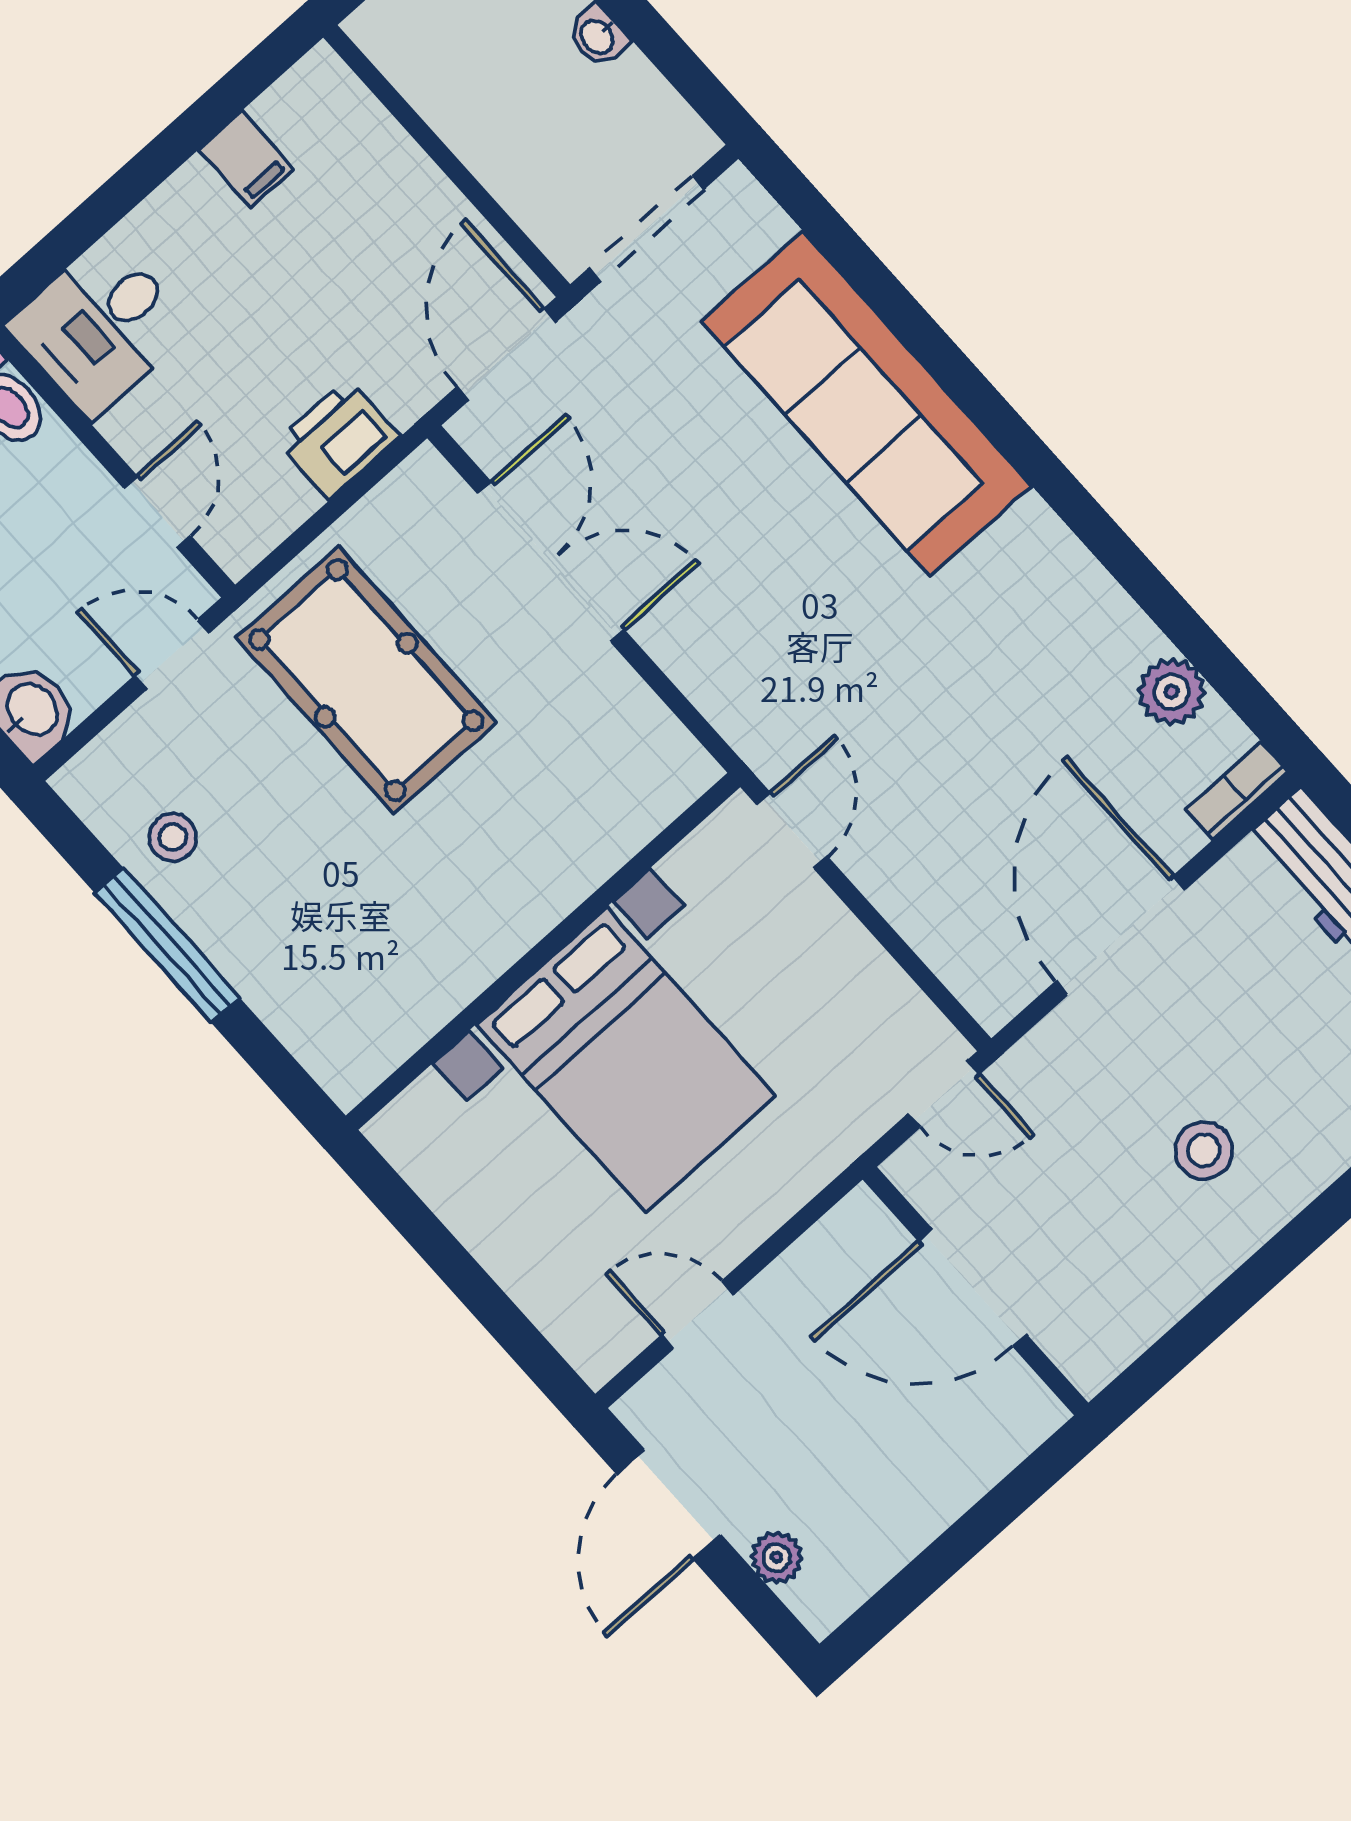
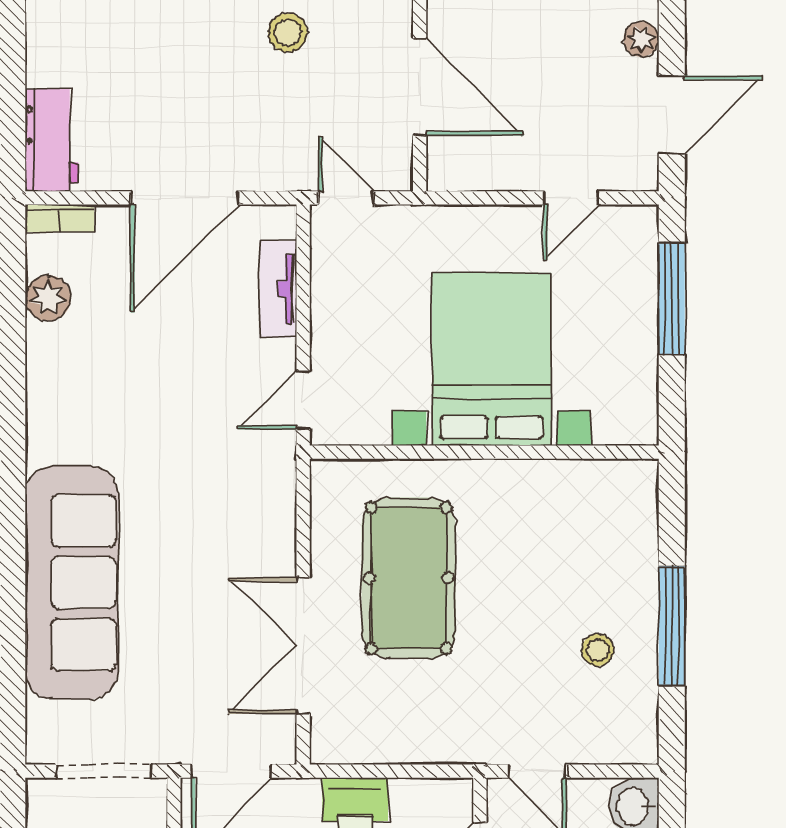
pool table: (366, 680) -> (409, 578), moved
stool: (173, 837) -> (598, 650), moved
tv unit: (928, 928) -> (278, 289), added
stool: (1204, 1150) -> (288, 33), moved
window: (488, 1303) -> (672, 299), added
door: (697, 1315) -> (571, 198), hinge flipped

